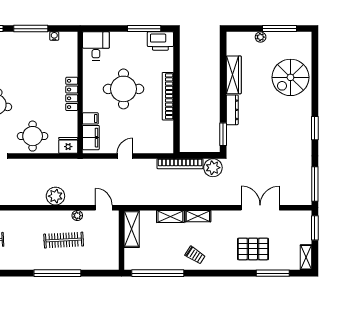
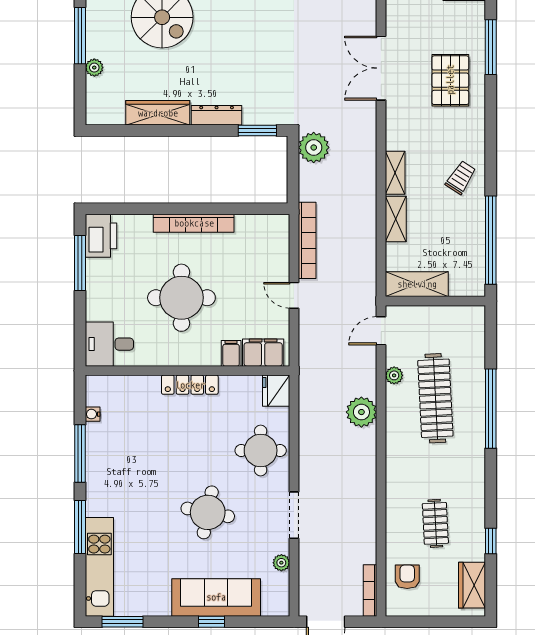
bookcase: (180, 164) -> (307, 240), moved
clothes rail: (64, 240) -> (435, 398), width x1.37, depth x1.31

